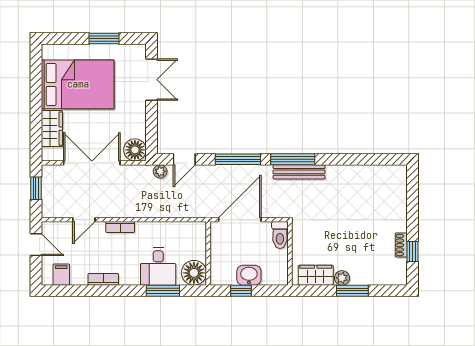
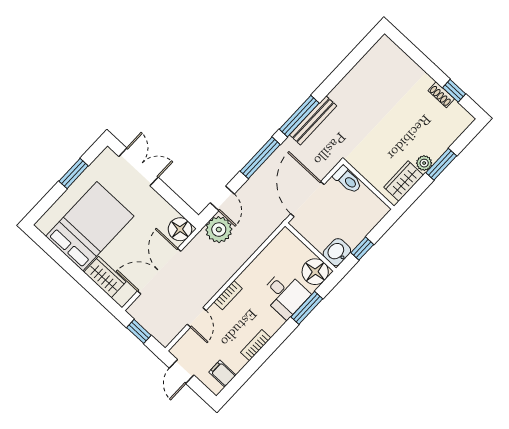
plant: (160, 171) -> (219, 230), width x1.88, depth x1.88
door: (36, 245) -> (182, 371), swing flipped
washbasin: (249, 275) -> (337, 252), moved

